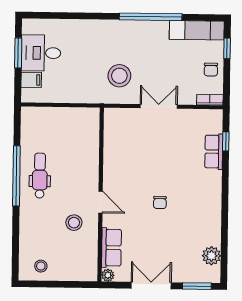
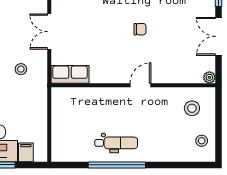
stool: (119, 76) -> (21, 69), width x0.53, depth x0.53
dental chair: (40, 176) -> (116, 143), turned 180
stool: (74, 223) -> (192, 108), moved
row of seats: (111, 248) -> (70, 74), moved

